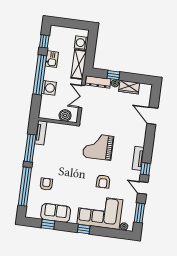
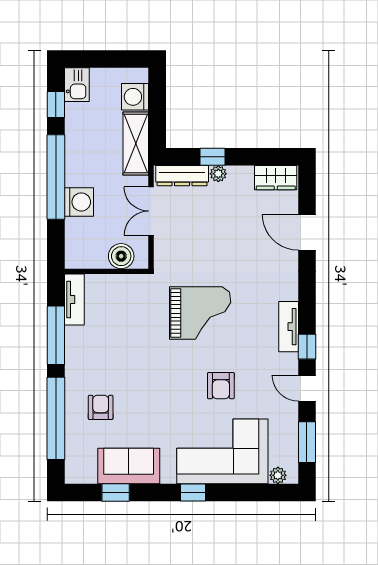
kitchen sink: (52, 59) -> (77, 85), moved
wardrobe: (129, 87) -> (276, 178), moved
grand piano: (98, 147) -> (200, 313), turned 180

